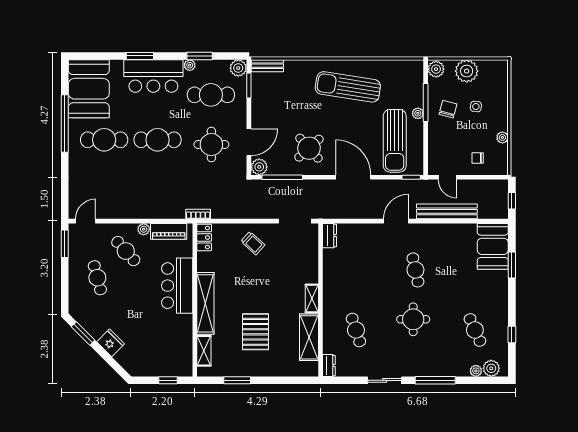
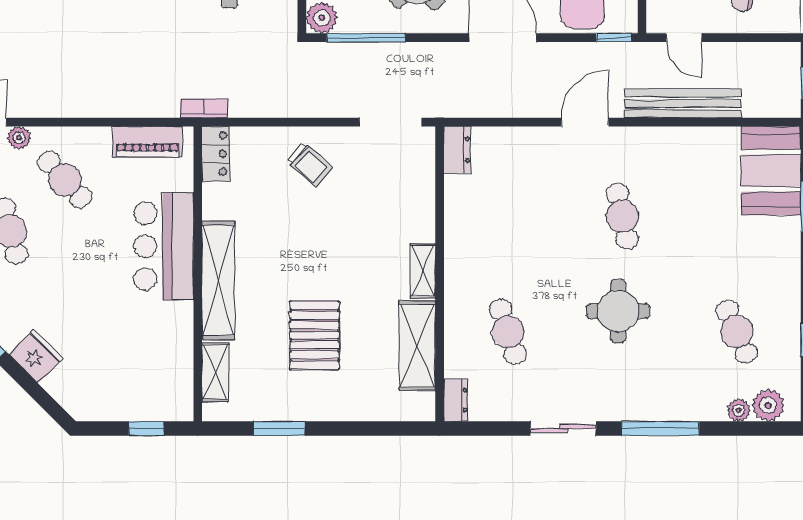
plant: (144, 229) -> (19, 138), moved

